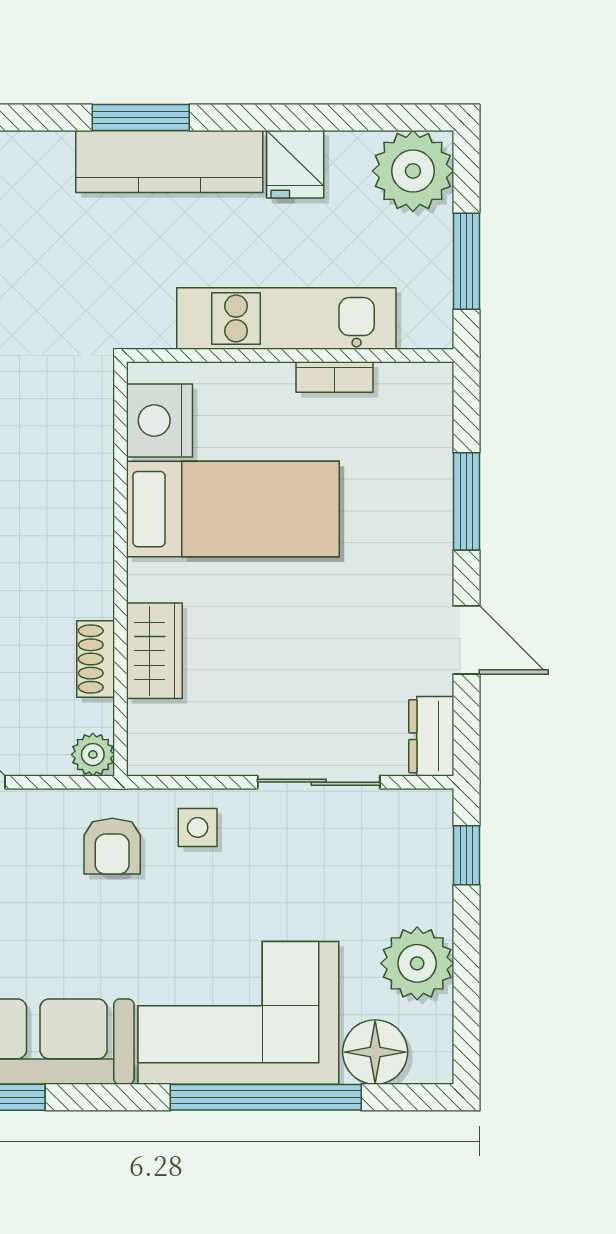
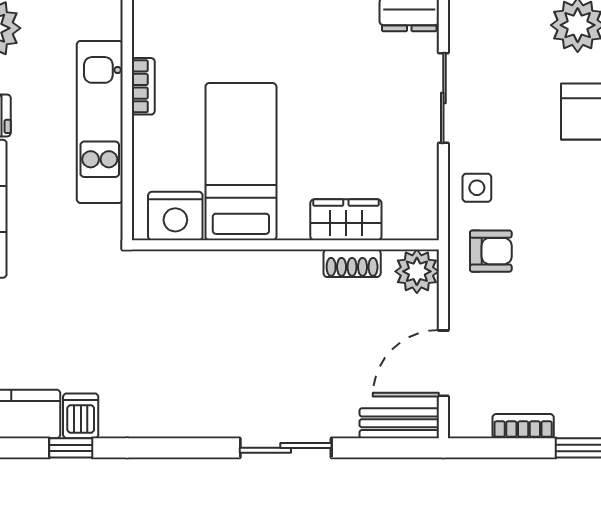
plant: (93, 755) -> (417, 271), width x1.38, depth x1.38

